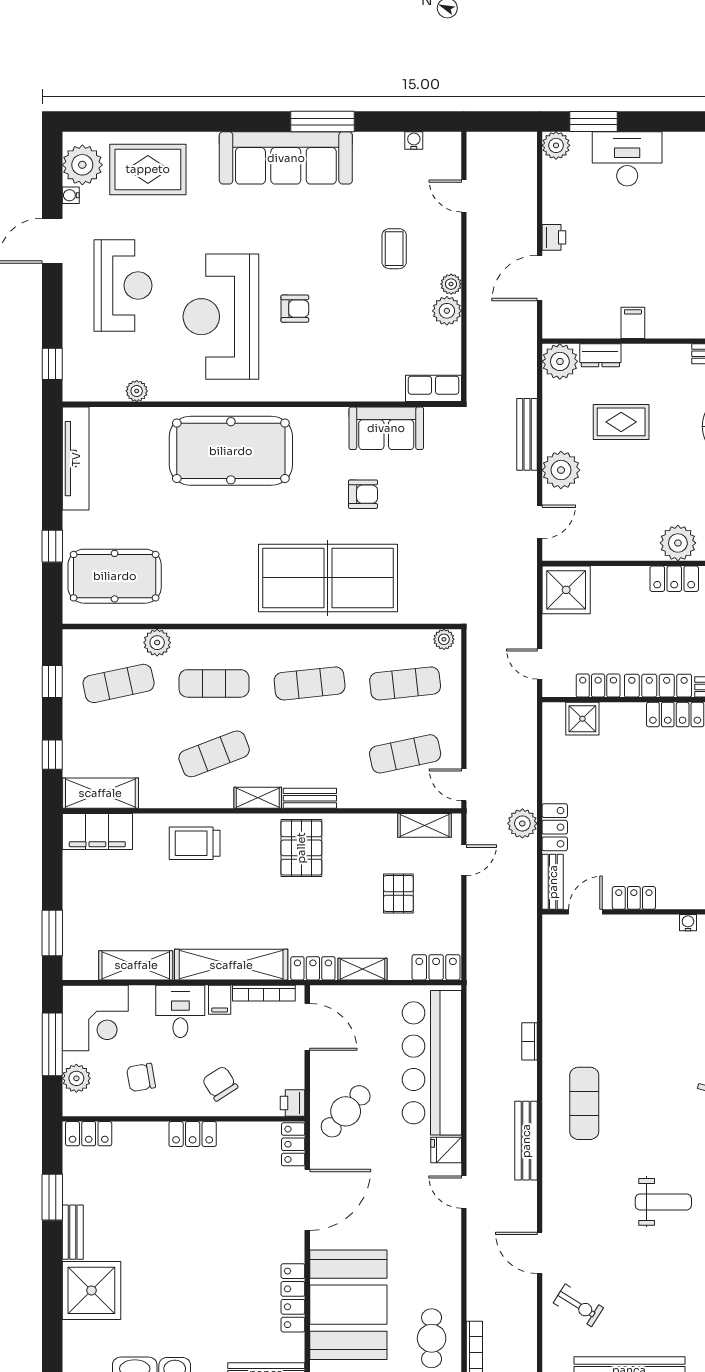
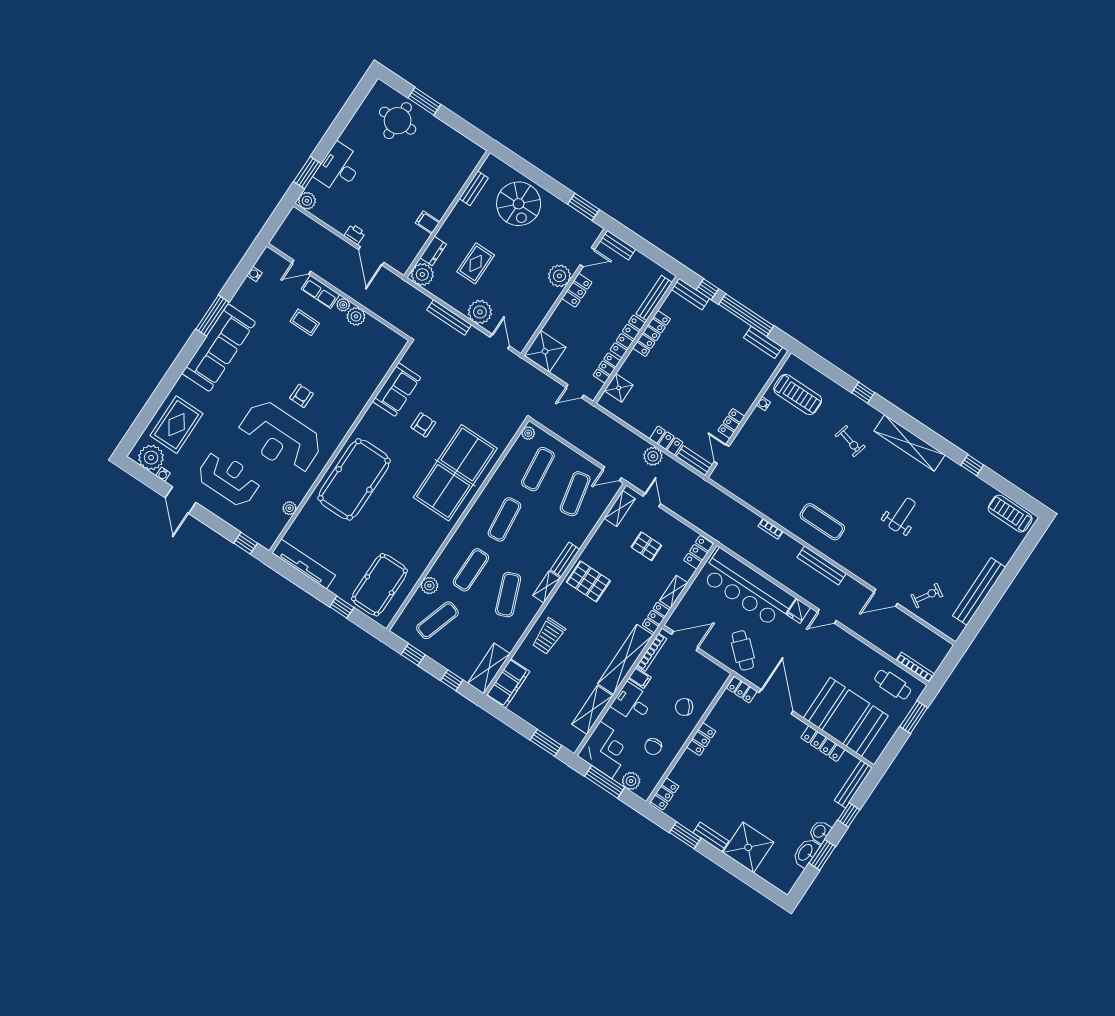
row of seats: (433, 388) -> (320, 292), moved, turned -90
exercise mat: (119, 683) -> (437, 620), turned 30
printer: (293, 1103) -> (720, 676), removed

